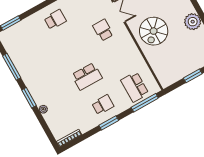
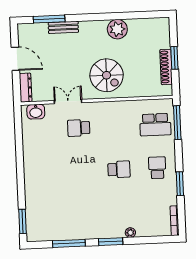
school desk: (55, 20) -> (42, 173), removed
shoe rack: (183, 73) -> (166, 67), added
school desk: (87, 76) -> (119, 169), width x0.54
window: (109, 123) -> (180, 184), moved

